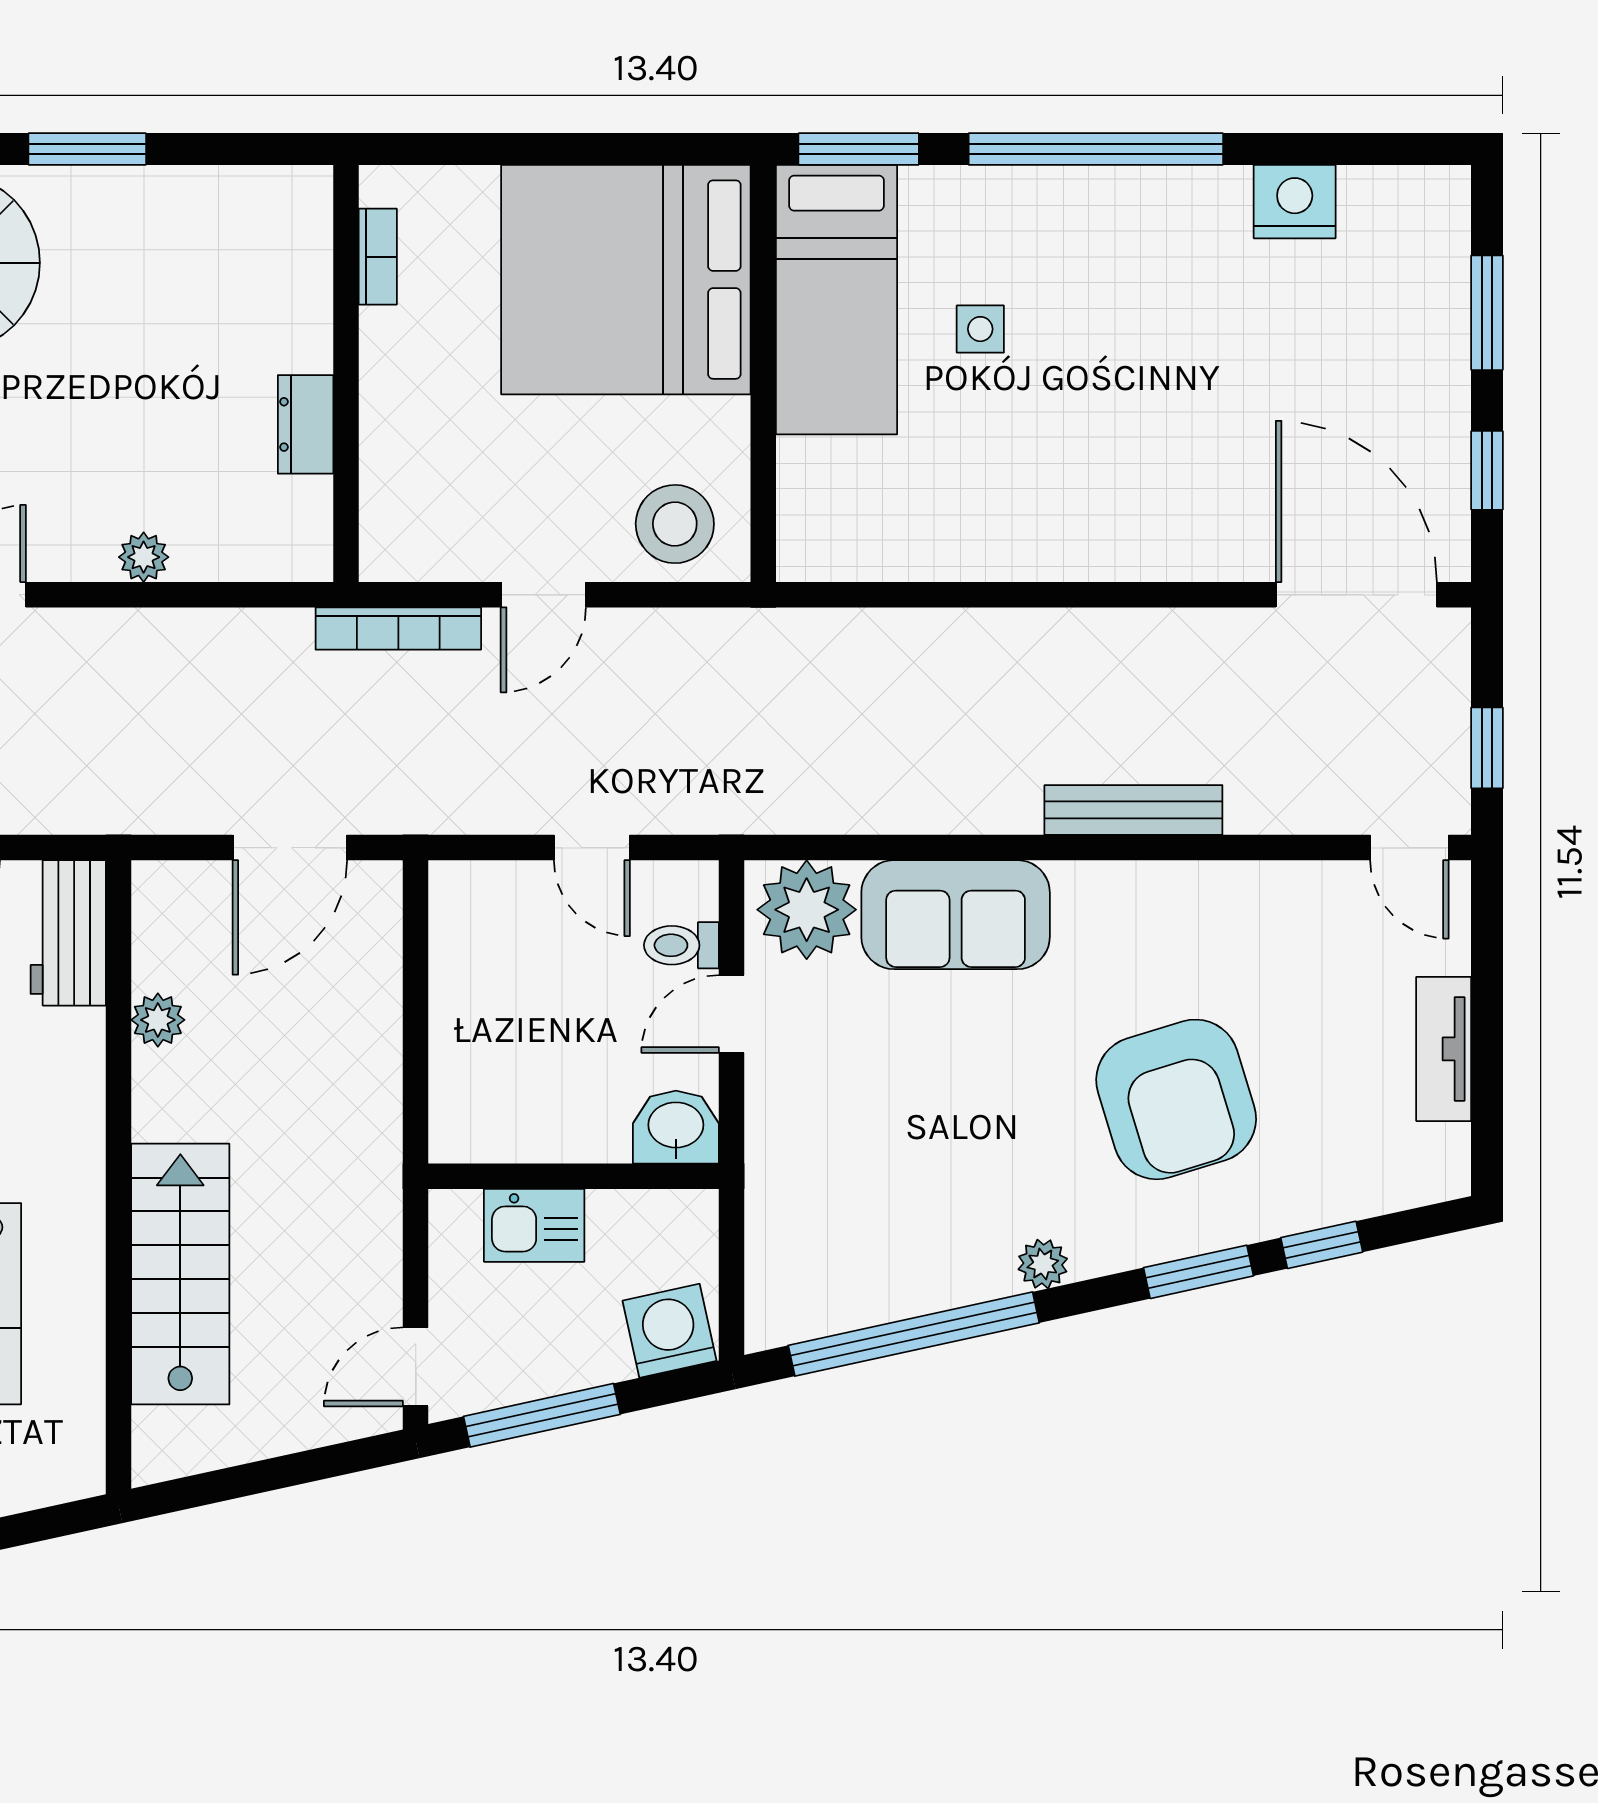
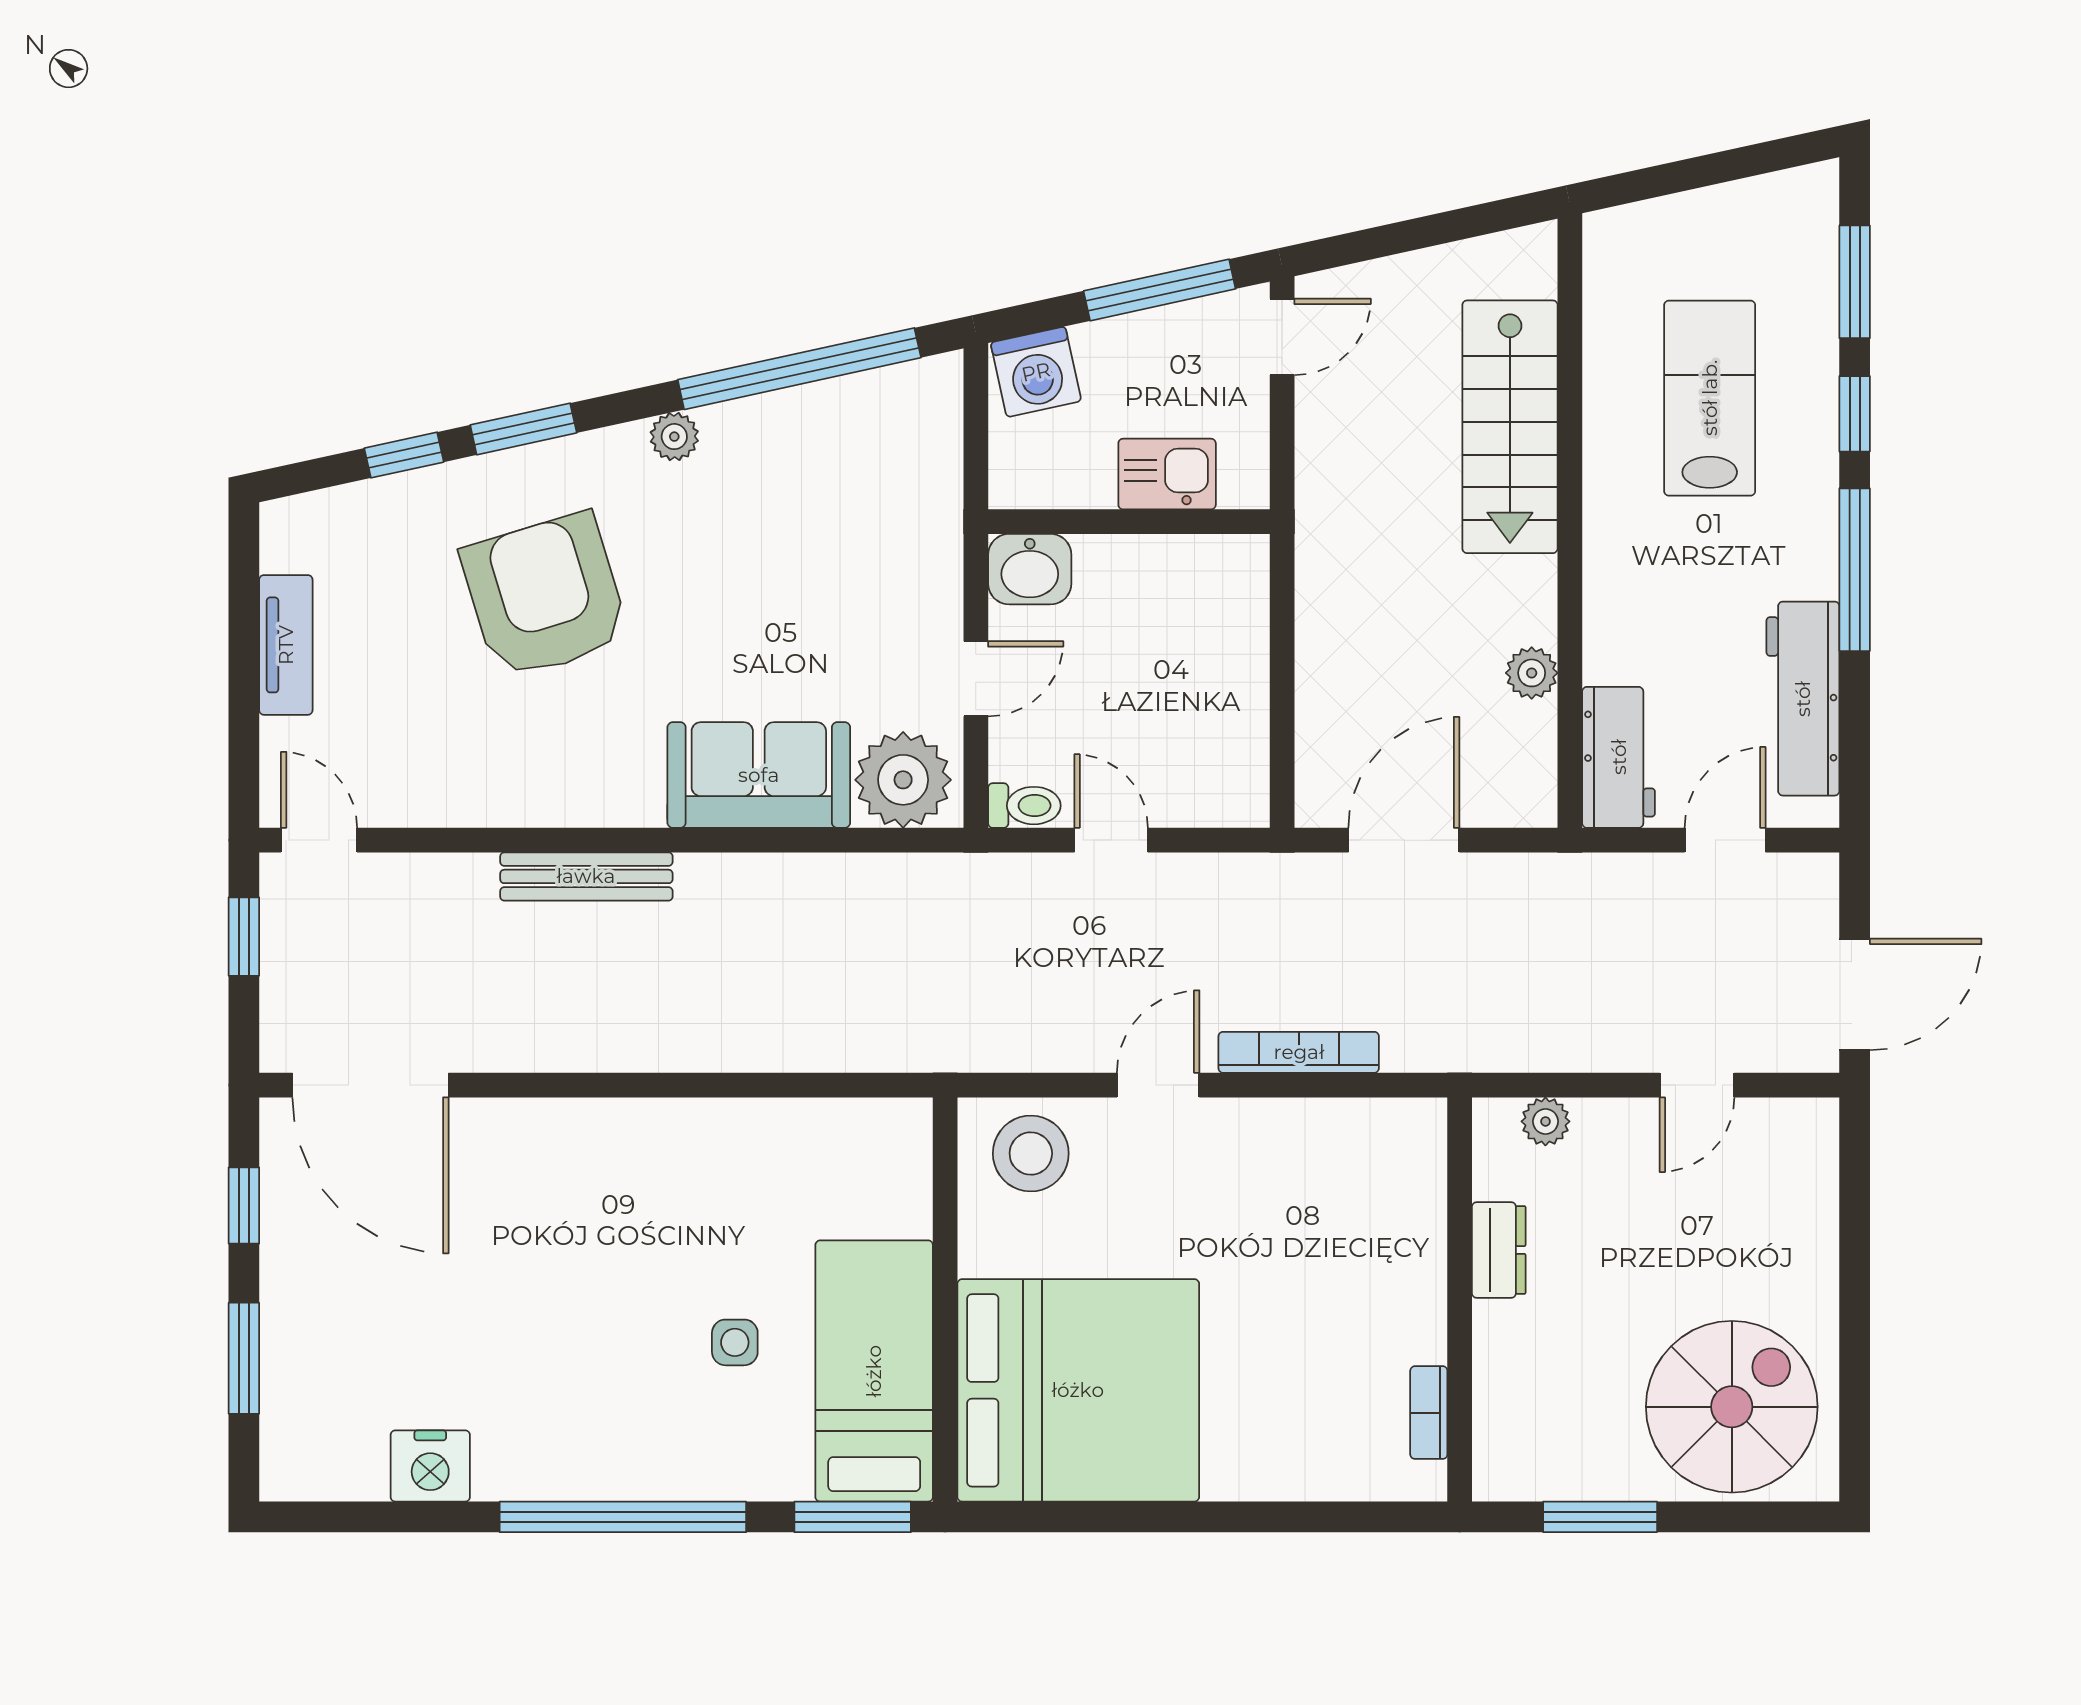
bookcase: (378, 257) -> (1429, 1413), moved
wall: (346, 373) -> (1460, 1299), moved
dresser: (306, 424) -> (1499, 1250), moved
toilet: (681, 945) -> (1024, 806), moved

